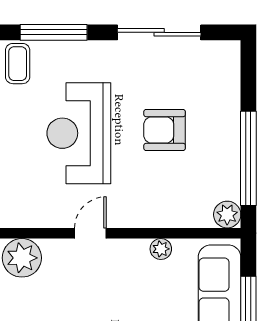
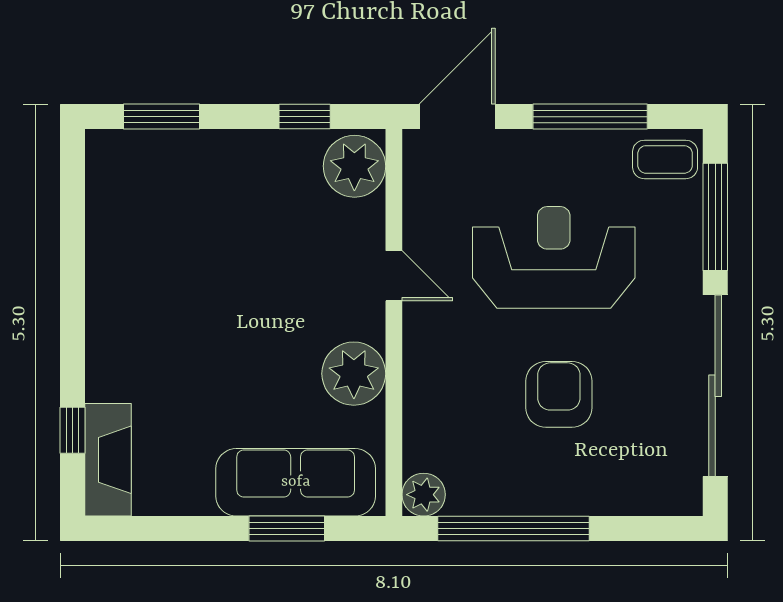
sliding door: (159, 32) -> (715, 386), width x1.36
plant: (161, 249) -> (354, 374), width x1.88, depth x1.88

